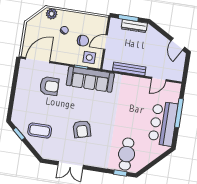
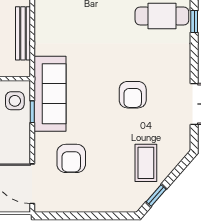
armchair: (49, 86) -> (71, 158), turned 180
armchair: (82, 129) -> (133, 95), turned 106

